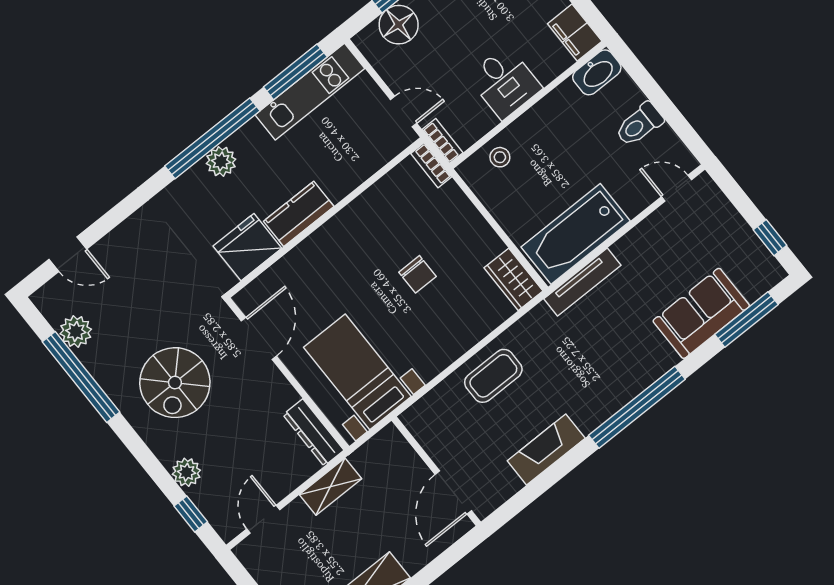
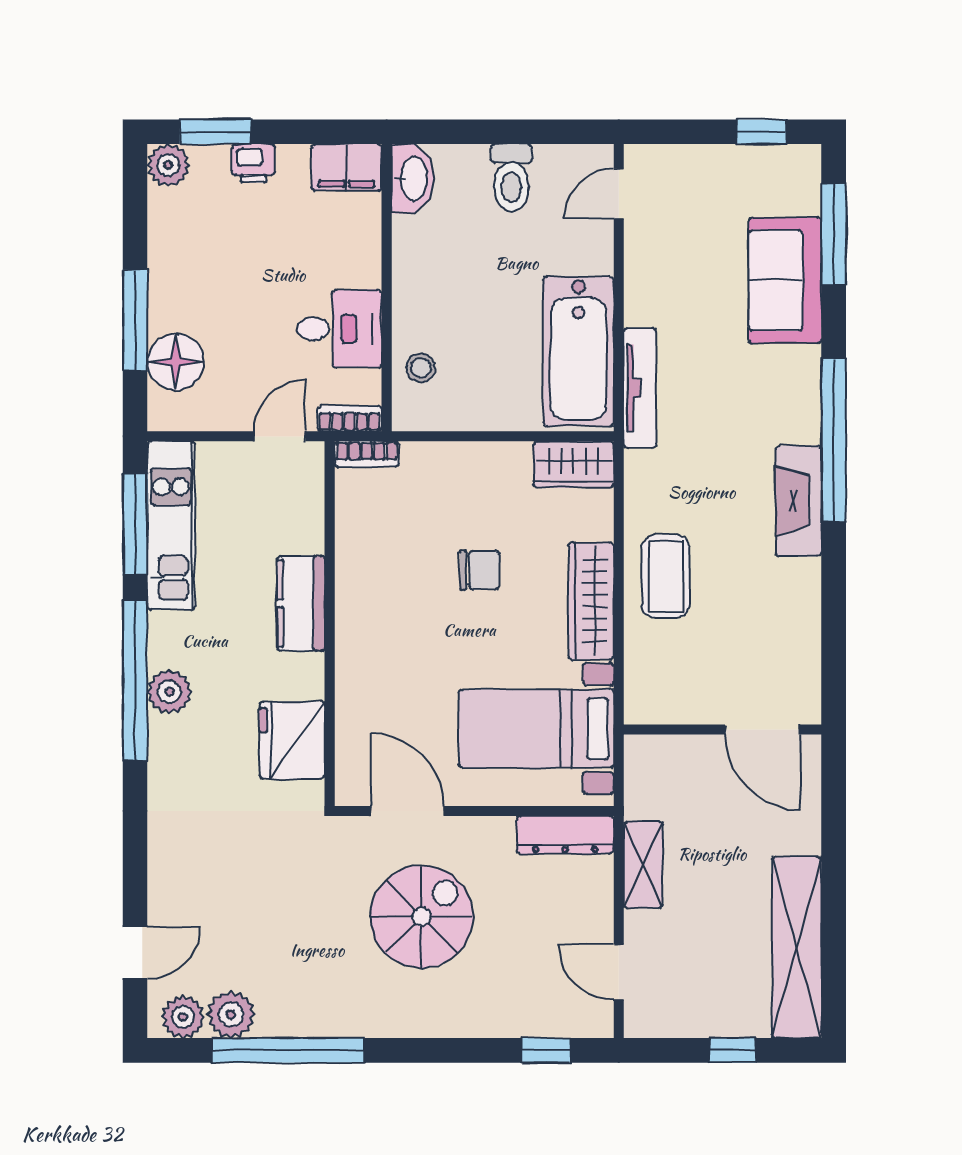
desk: (505, 82) -> (339, 329), moved
kitchen counter: (299, 214) -> (301, 603), moved
wardrobe: (449, 347) -> (591, 601), added
spiral stairs: (175, 383) -> (422, 917), moved, turned -90
fireplace: (546, 449) -> (799, 501), moved
plant: (186, 472) -> (183, 1017), moved

